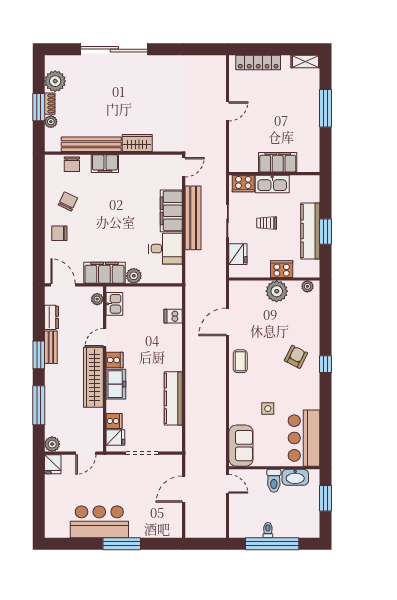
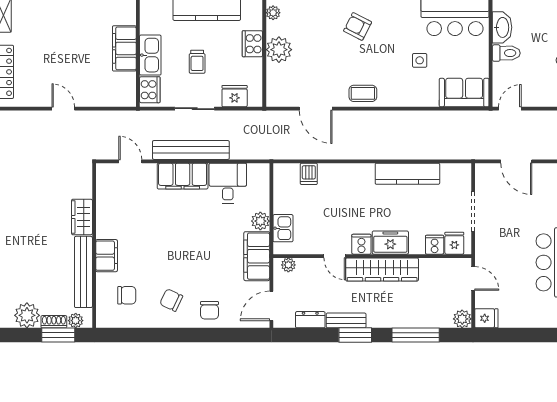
wardrobe: (137, 143) -> (82, 217), moved
bench: (91, 144) -> (83, 272), moved
wall: (113, 153) -> (94, 246), moved
filing cabinet: (105, 164) -> (107, 256), moved
kitchen sink: (114, 304) -> (283, 228), moved, turned 90

